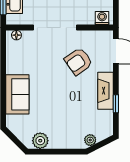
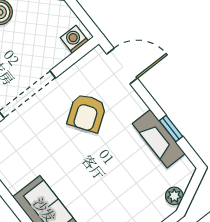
fireplace: (105, 91) -> (159, 139), moved

